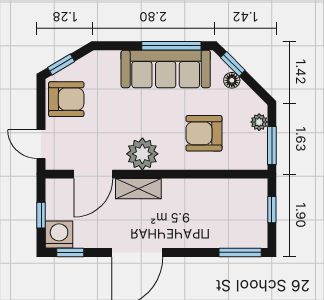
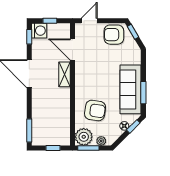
window: (171, 46) -> (143, 93), width x0.69
armchair: (66, 99) -> (114, 35), turned 90
armchair: (204, 133) -> (95, 110), turned 98
plant: (142, 154) -> (84, 137), moved

